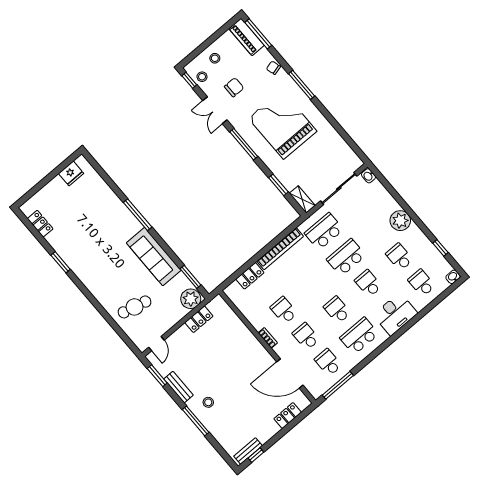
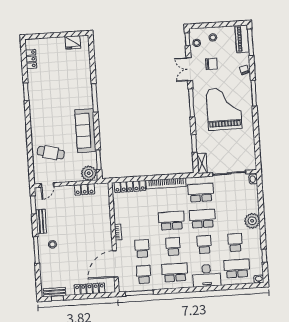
locker: (250, 276) -> (130, 186), width x1.53
school desk: (422, 283) -> (237, 268), width x1.85
school desk: (284, 310) -> (171, 221), moved, width x1.85
door: (290, 374) -> (115, 264), hinge flipped
locker: (288, 416) -> (90, 289), width x1.53

